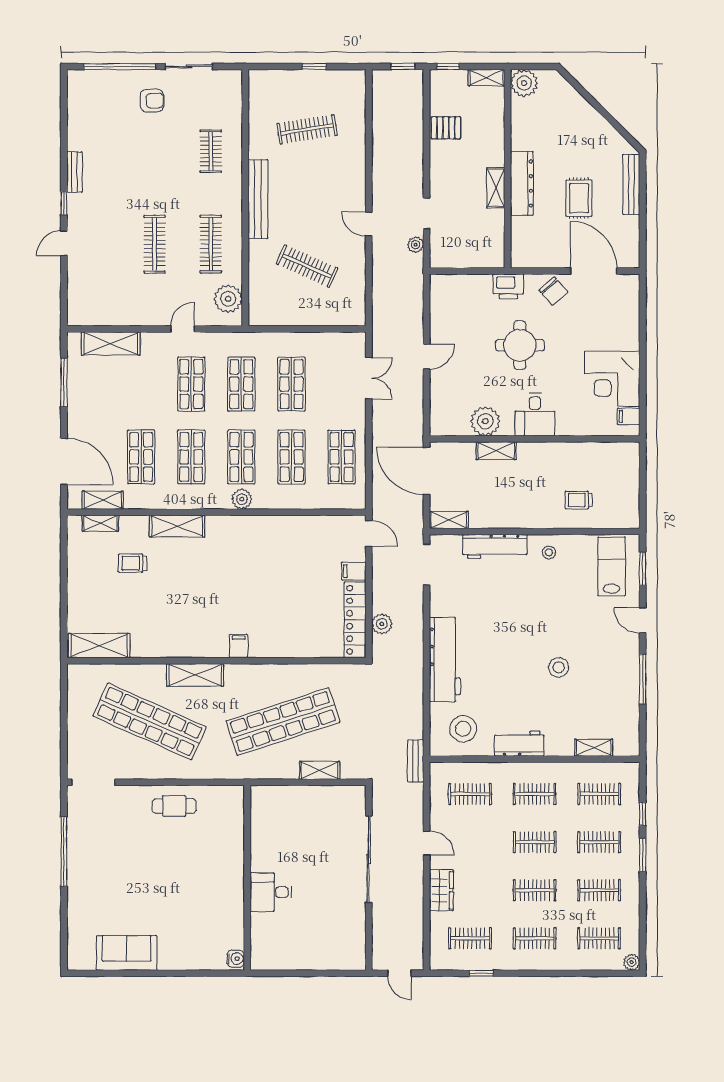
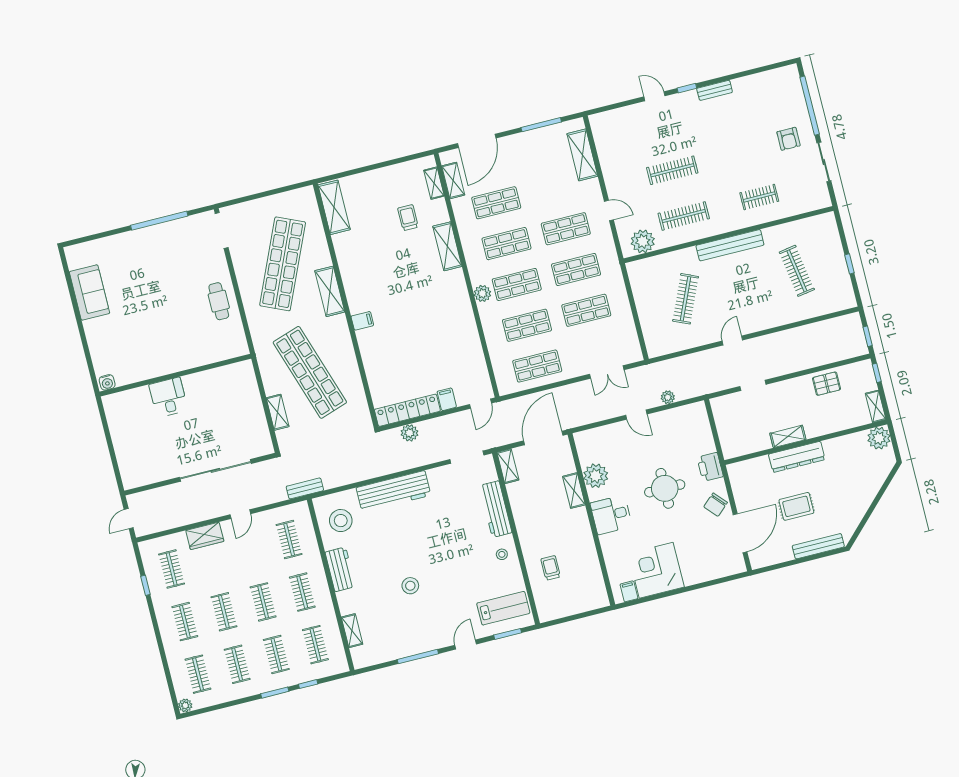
pallet: (446, 128) -> (826, 384), turned 90
plant: (416, 245) -> (668, 397), moved

